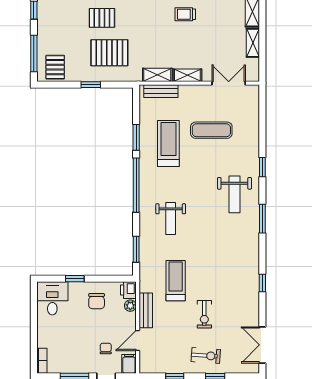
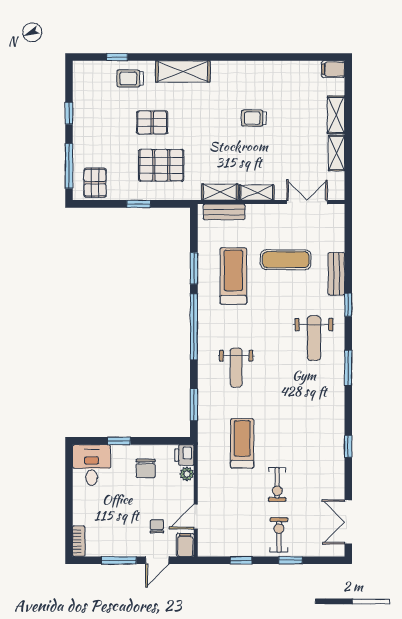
bench: (146, 310) -> (336, 274), moved
exercise bike: (206, 356) -> (279, 535), turned -94

